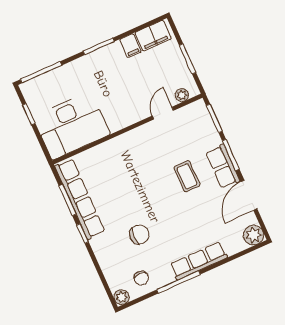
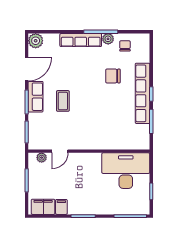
row of seats: (80, 199) -> (143, 93), moved
plant: (122, 297) -> (108, 39), moved

